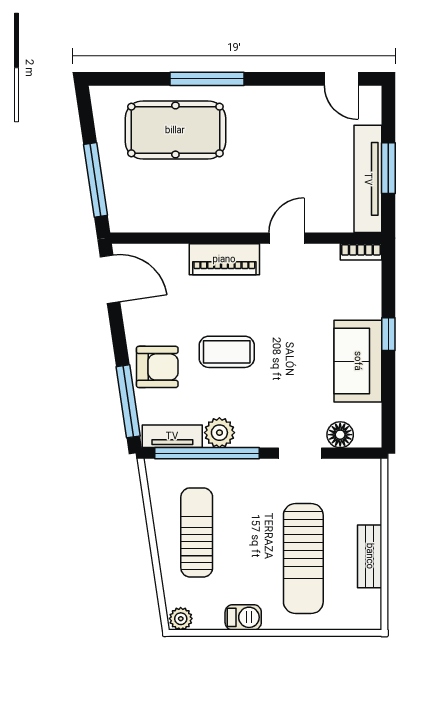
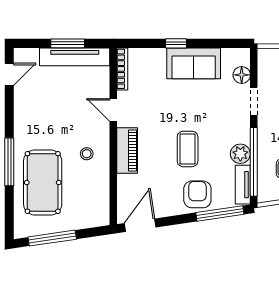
window: (95, 180) -> (52, 238), moved
stool: (219, 197) -> (87, 154), added
bookcase: (361, 252) -> (122, 69), width x1.56

